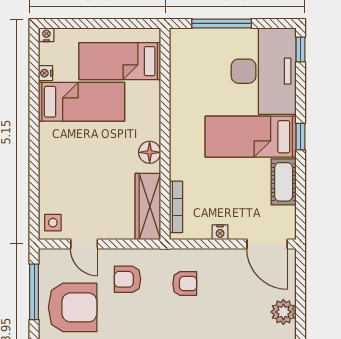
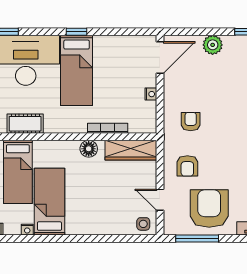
cot: (284, 182) -> (25, 124), moved
bookcase: (176, 207) -> (108, 128), moved
door: (84, 244) -> (160, 200), swing flipped

